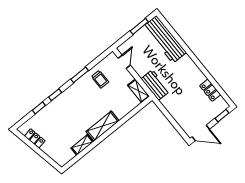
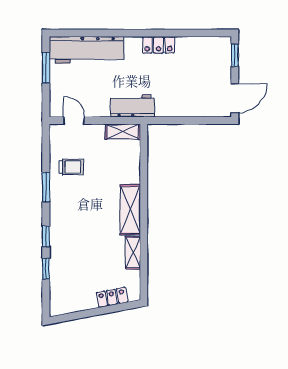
locker: (210, 90) -> (158, 45), moved
locker: (35, 138) -> (112, 297), moved

